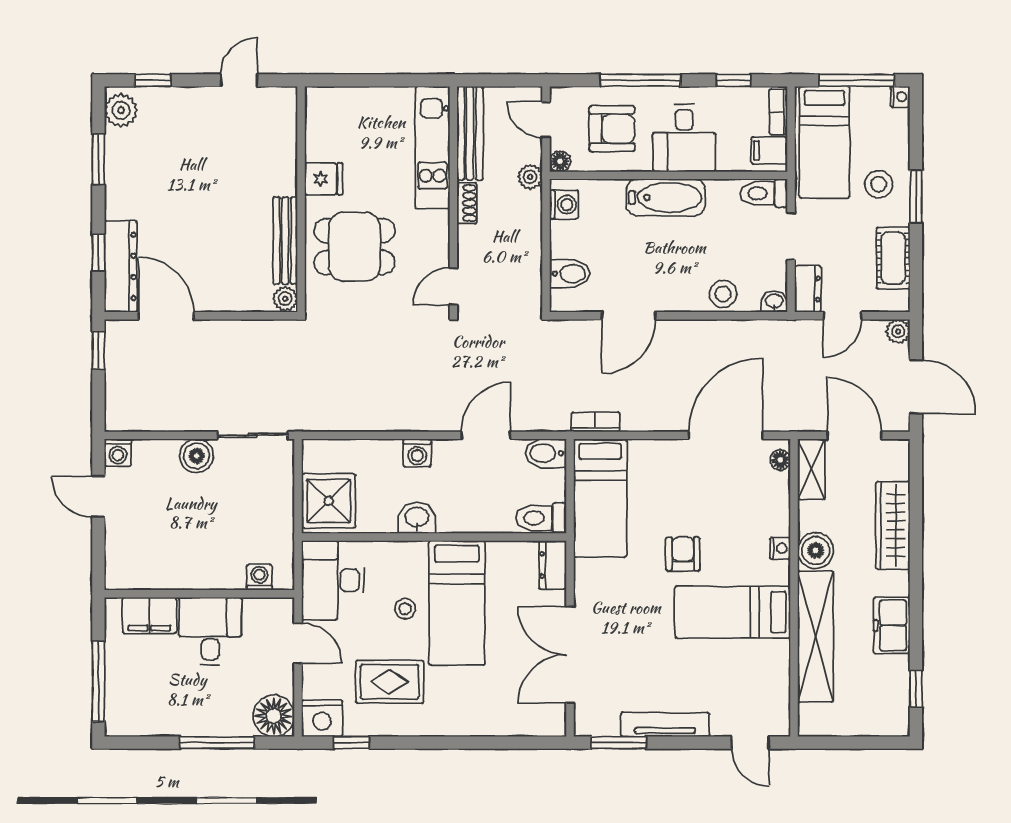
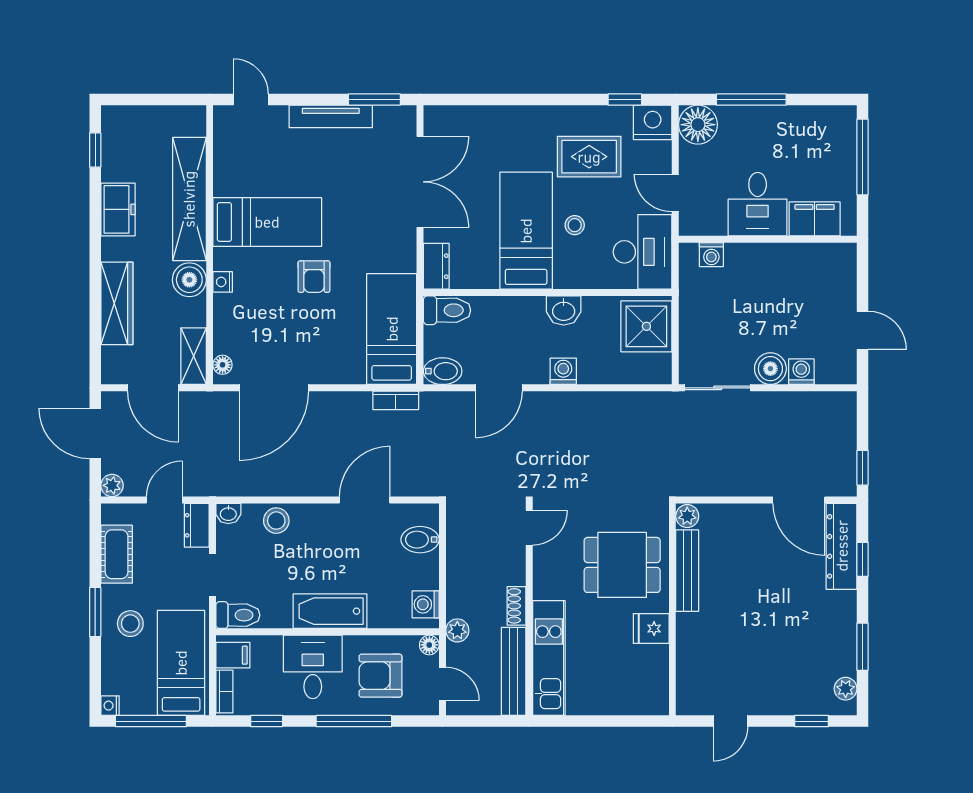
plant: (121, 110) -> (846, 689), width x0.73, depth x0.73
washing machine: (118, 453) -> (801, 372), moved

